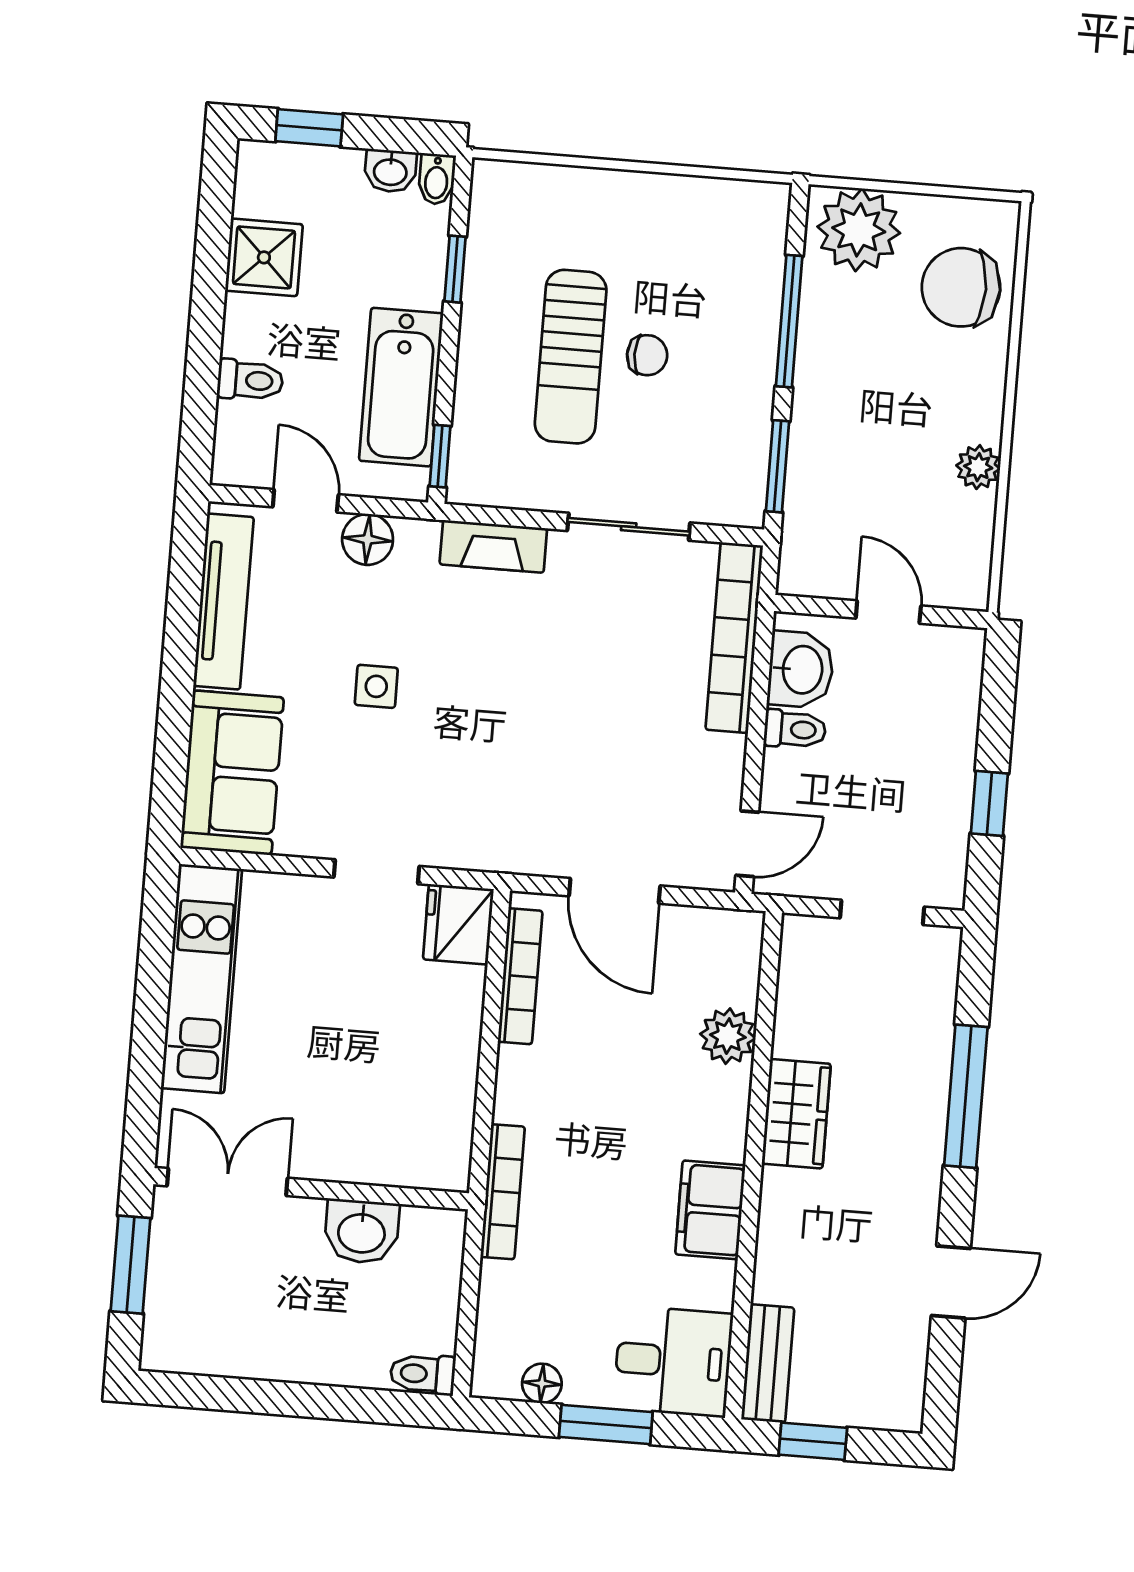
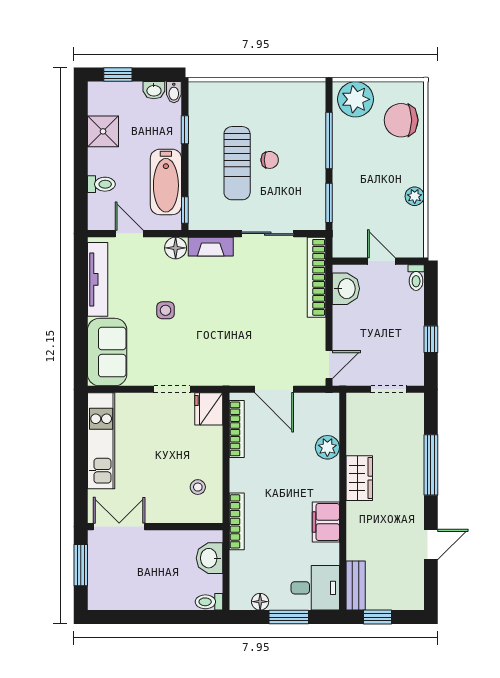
floor lamp: (368, 539) -> (176, 248), moved
toilet: (795, 729) -> (416, 278), moved, turned 90
stool: (418, 1104) -> (198, 487), added
washbasin: (362, 1232) -> (210, 558), moved, turned 90

